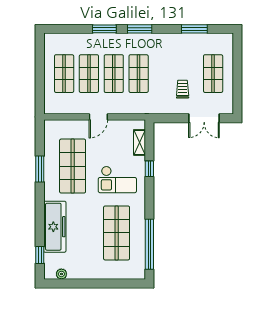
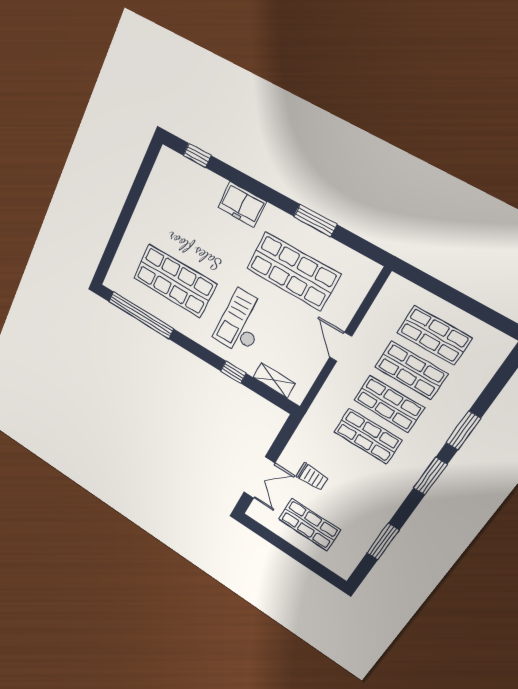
double door: (204, 118) -> (259, 478), swing flipped
freezer: (55, 227) -> (242, 205), width x0.52, depth x0.79
plant: (61, 274) -> (158, 174), removed

